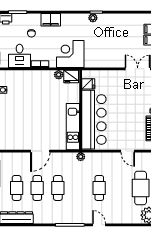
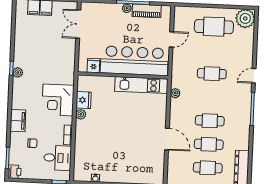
fridge: (88, 84) -> (93, 65), moved
wall: (81, 110) -> (123, 75), moved
bar counter: (94, 120) -> (134, 61), moved
kitchen unit: (73, 127) -> (141, 85), moved

